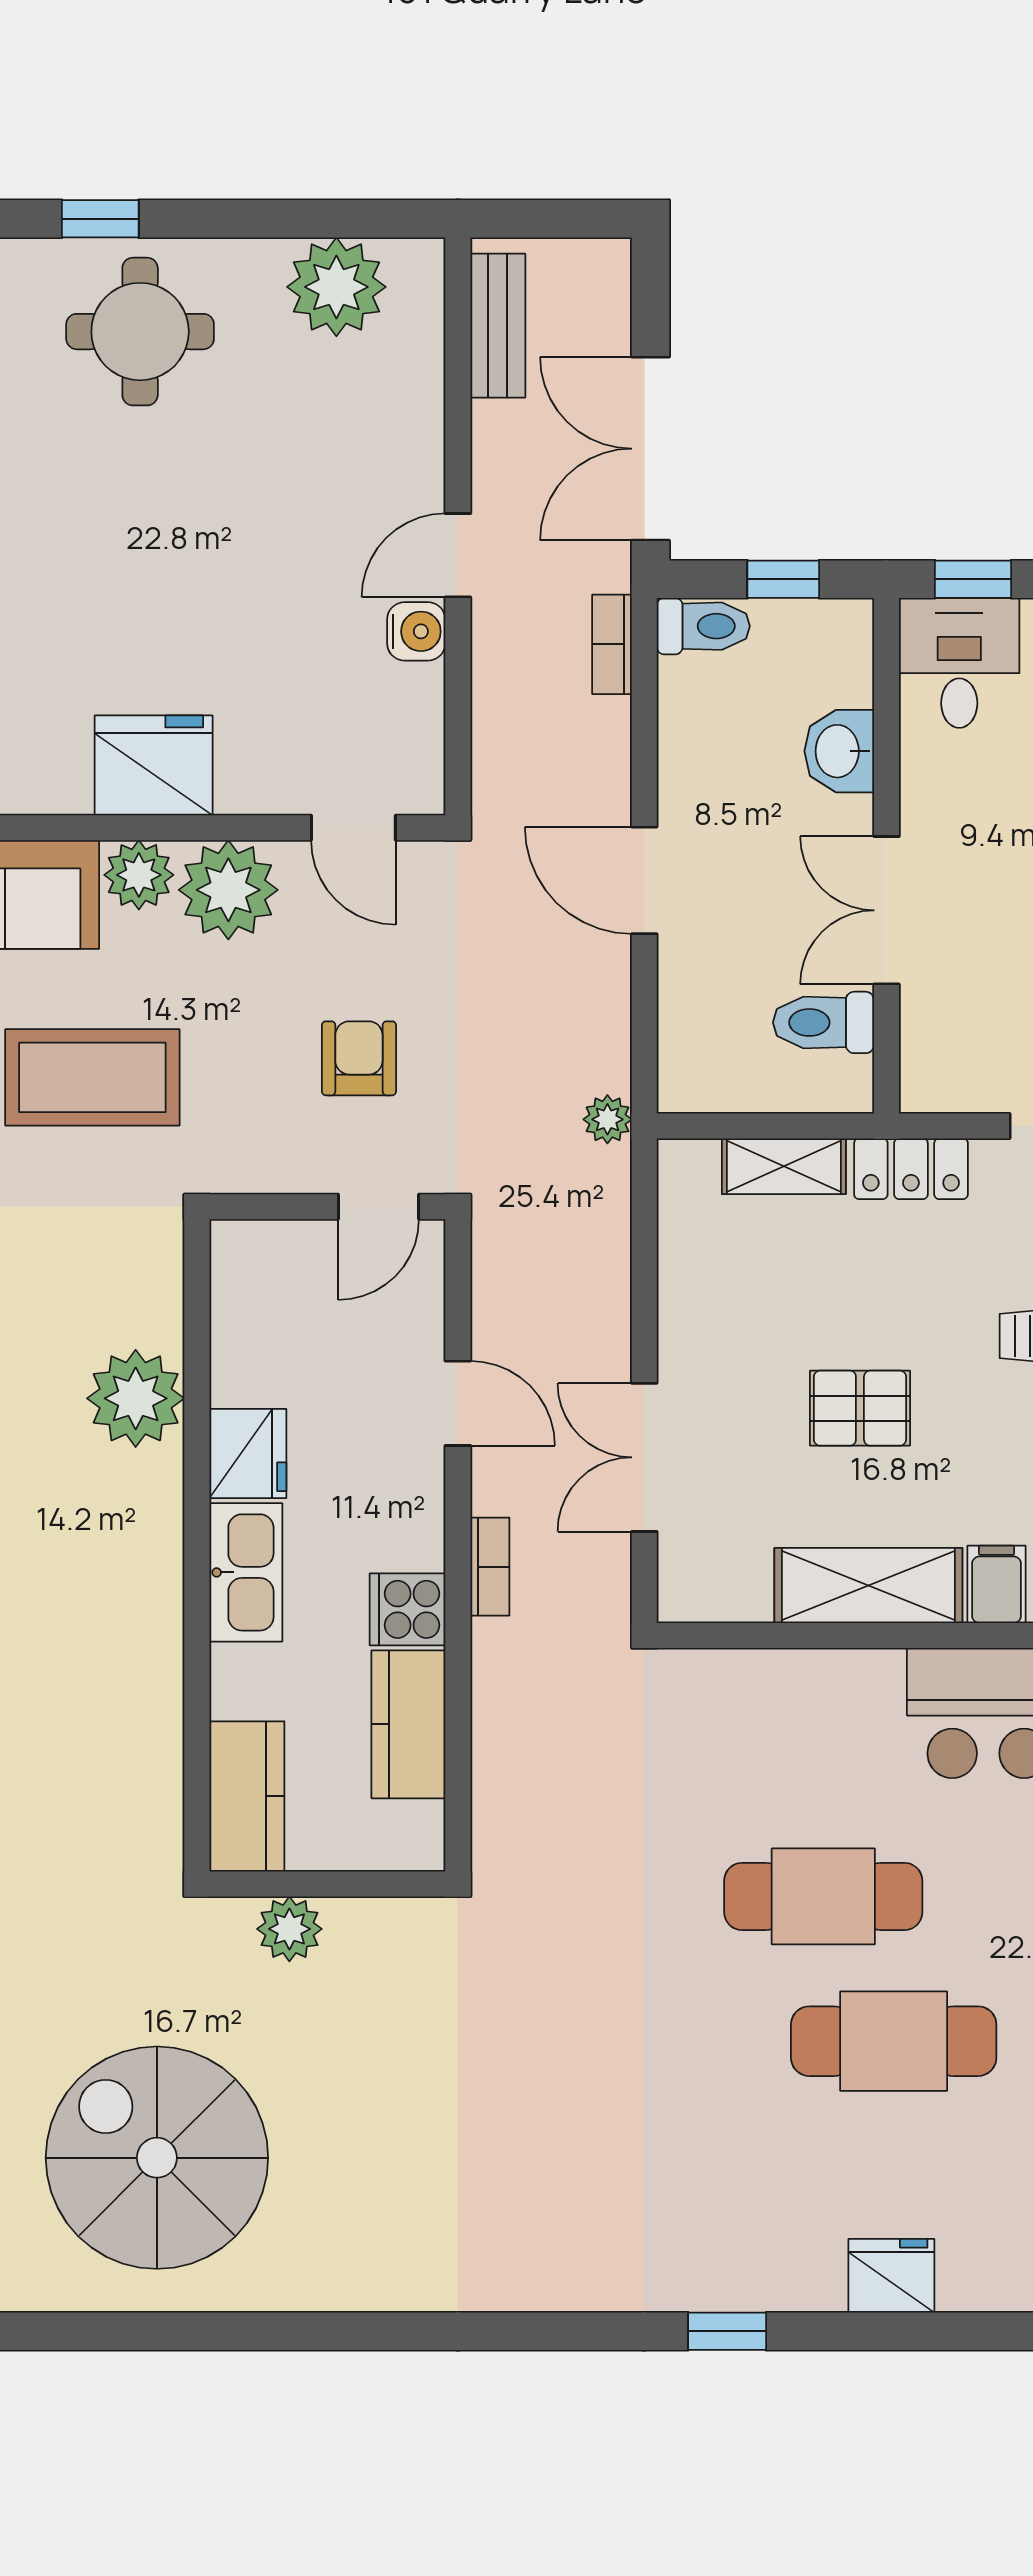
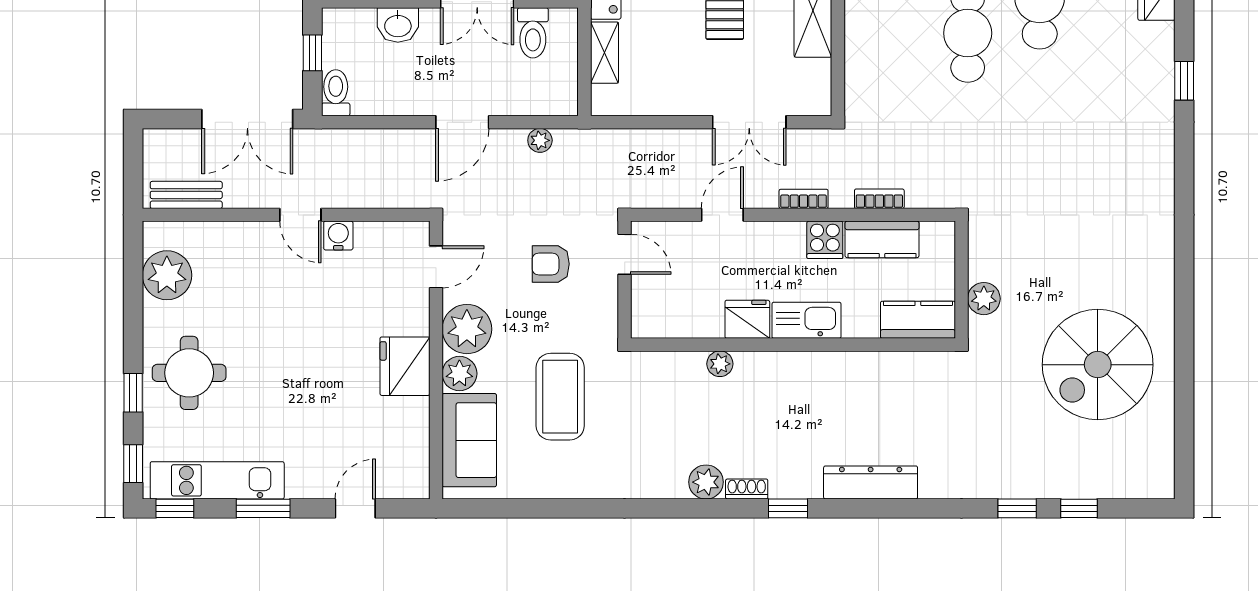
bookcase: (612, 644) -> (879, 199), moved, turned 180
plant: (607, 1119) -> (540, 140), moved
plant: (136, 1398) -> (720, 364), width x0.53, depth x0.53

